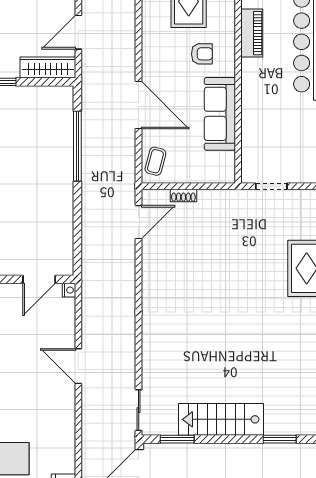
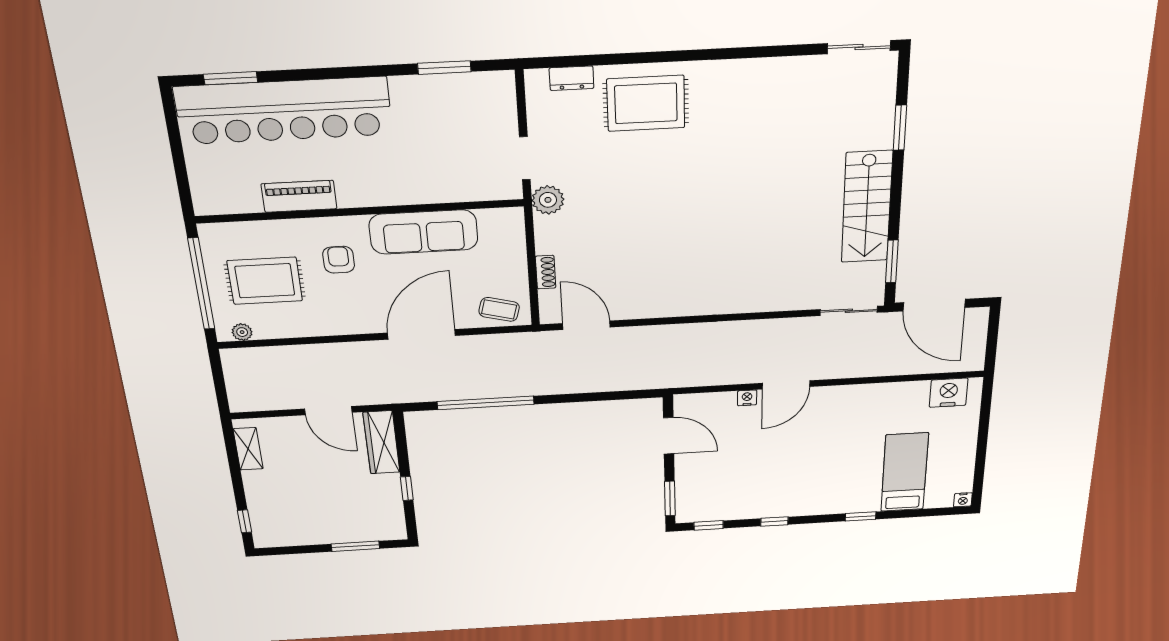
plant: (239, 200) -> (548, 200), added
nightstand: (69, 290) -> (747, 398), moved

